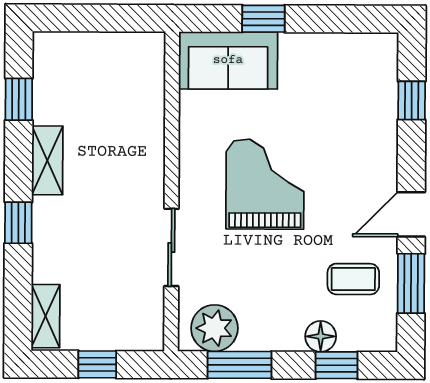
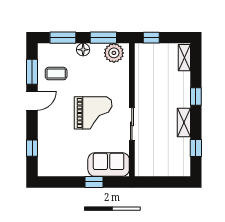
grand piano: (265, 184) -> (93, 113), turned -90
sliding door: (171, 247) -> (132, 124), moved
floor lamp: (321, 336) -> (83, 50), moved
window: (97, 364) -> (151, 38), moved
window: (336, 365) -> (63, 38), width x1.50

